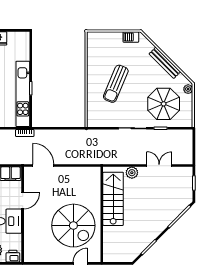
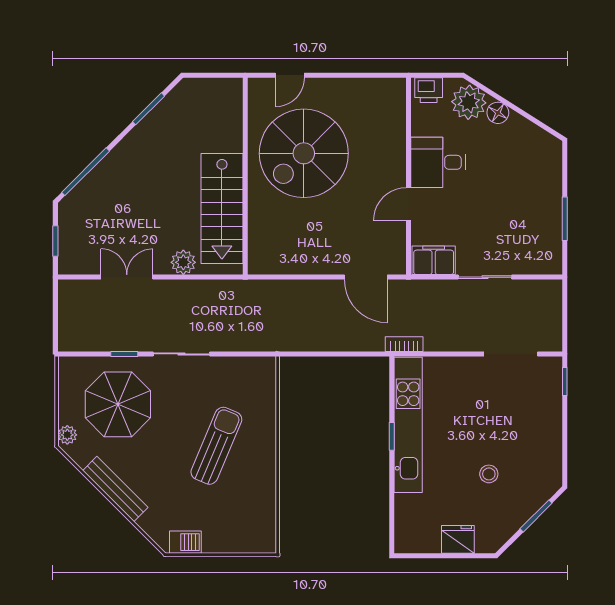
double door: (159, 166) -> (127, 277), swing flipped
spiral stairs: (73, 226) -> (304, 153), turned -90

